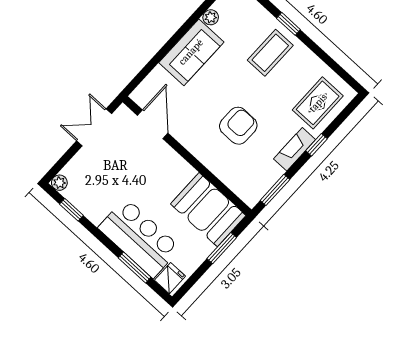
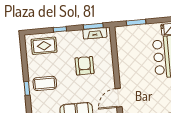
armchair: (238, 126) -> (84, 66), turned 90
fireplace: (295, 149) -> (95, 33), moved
booth: (208, 210) -> (127, 43), removed

